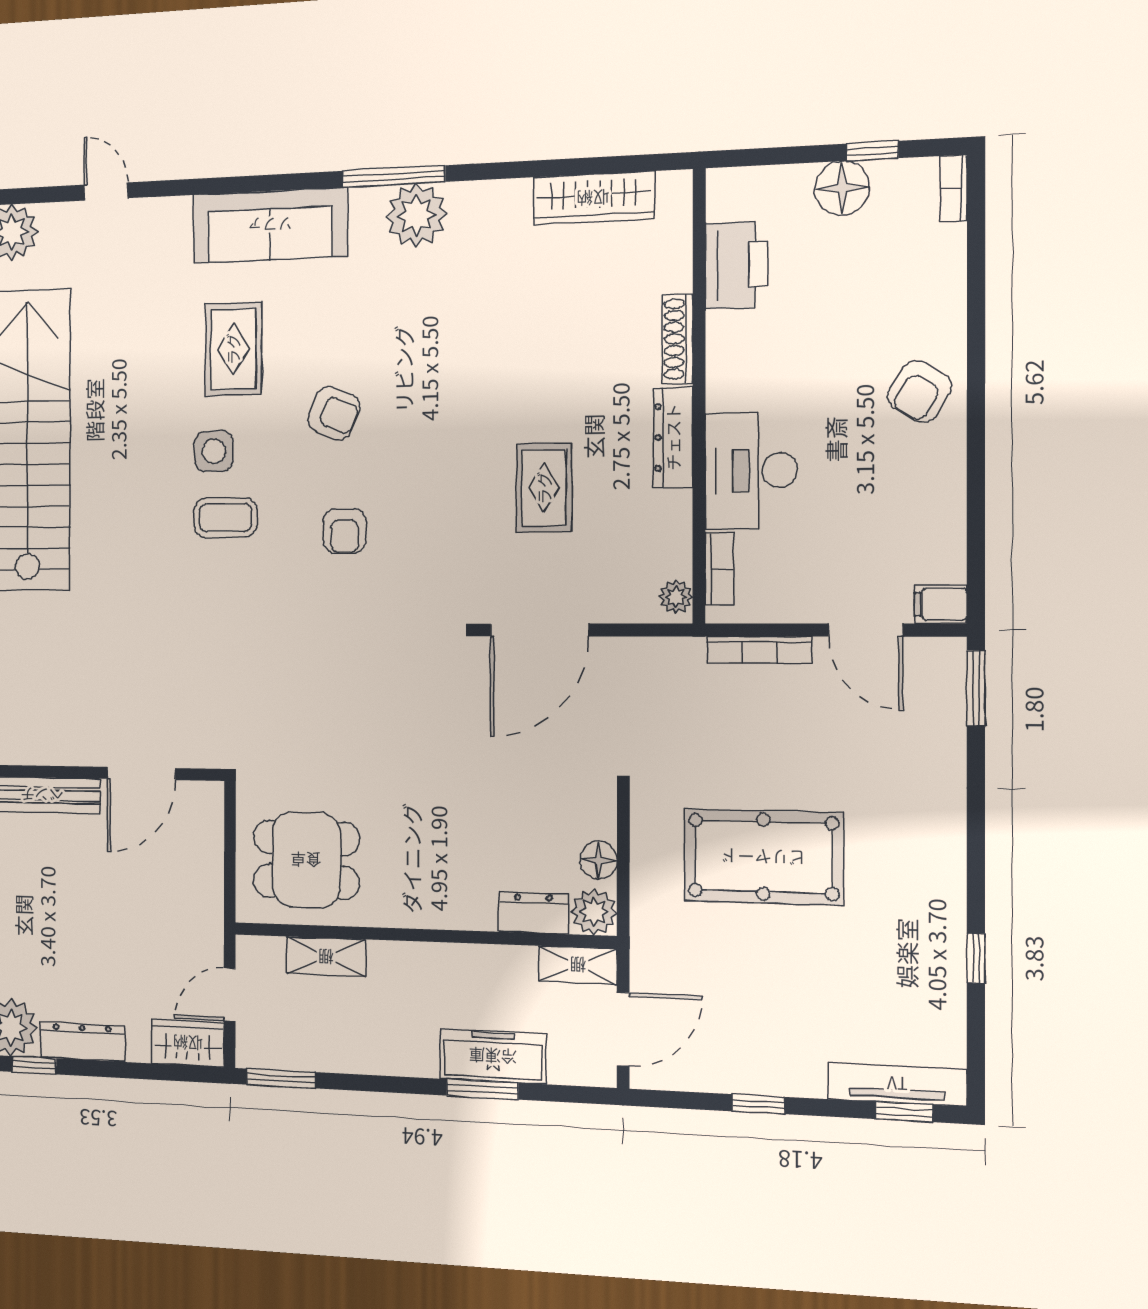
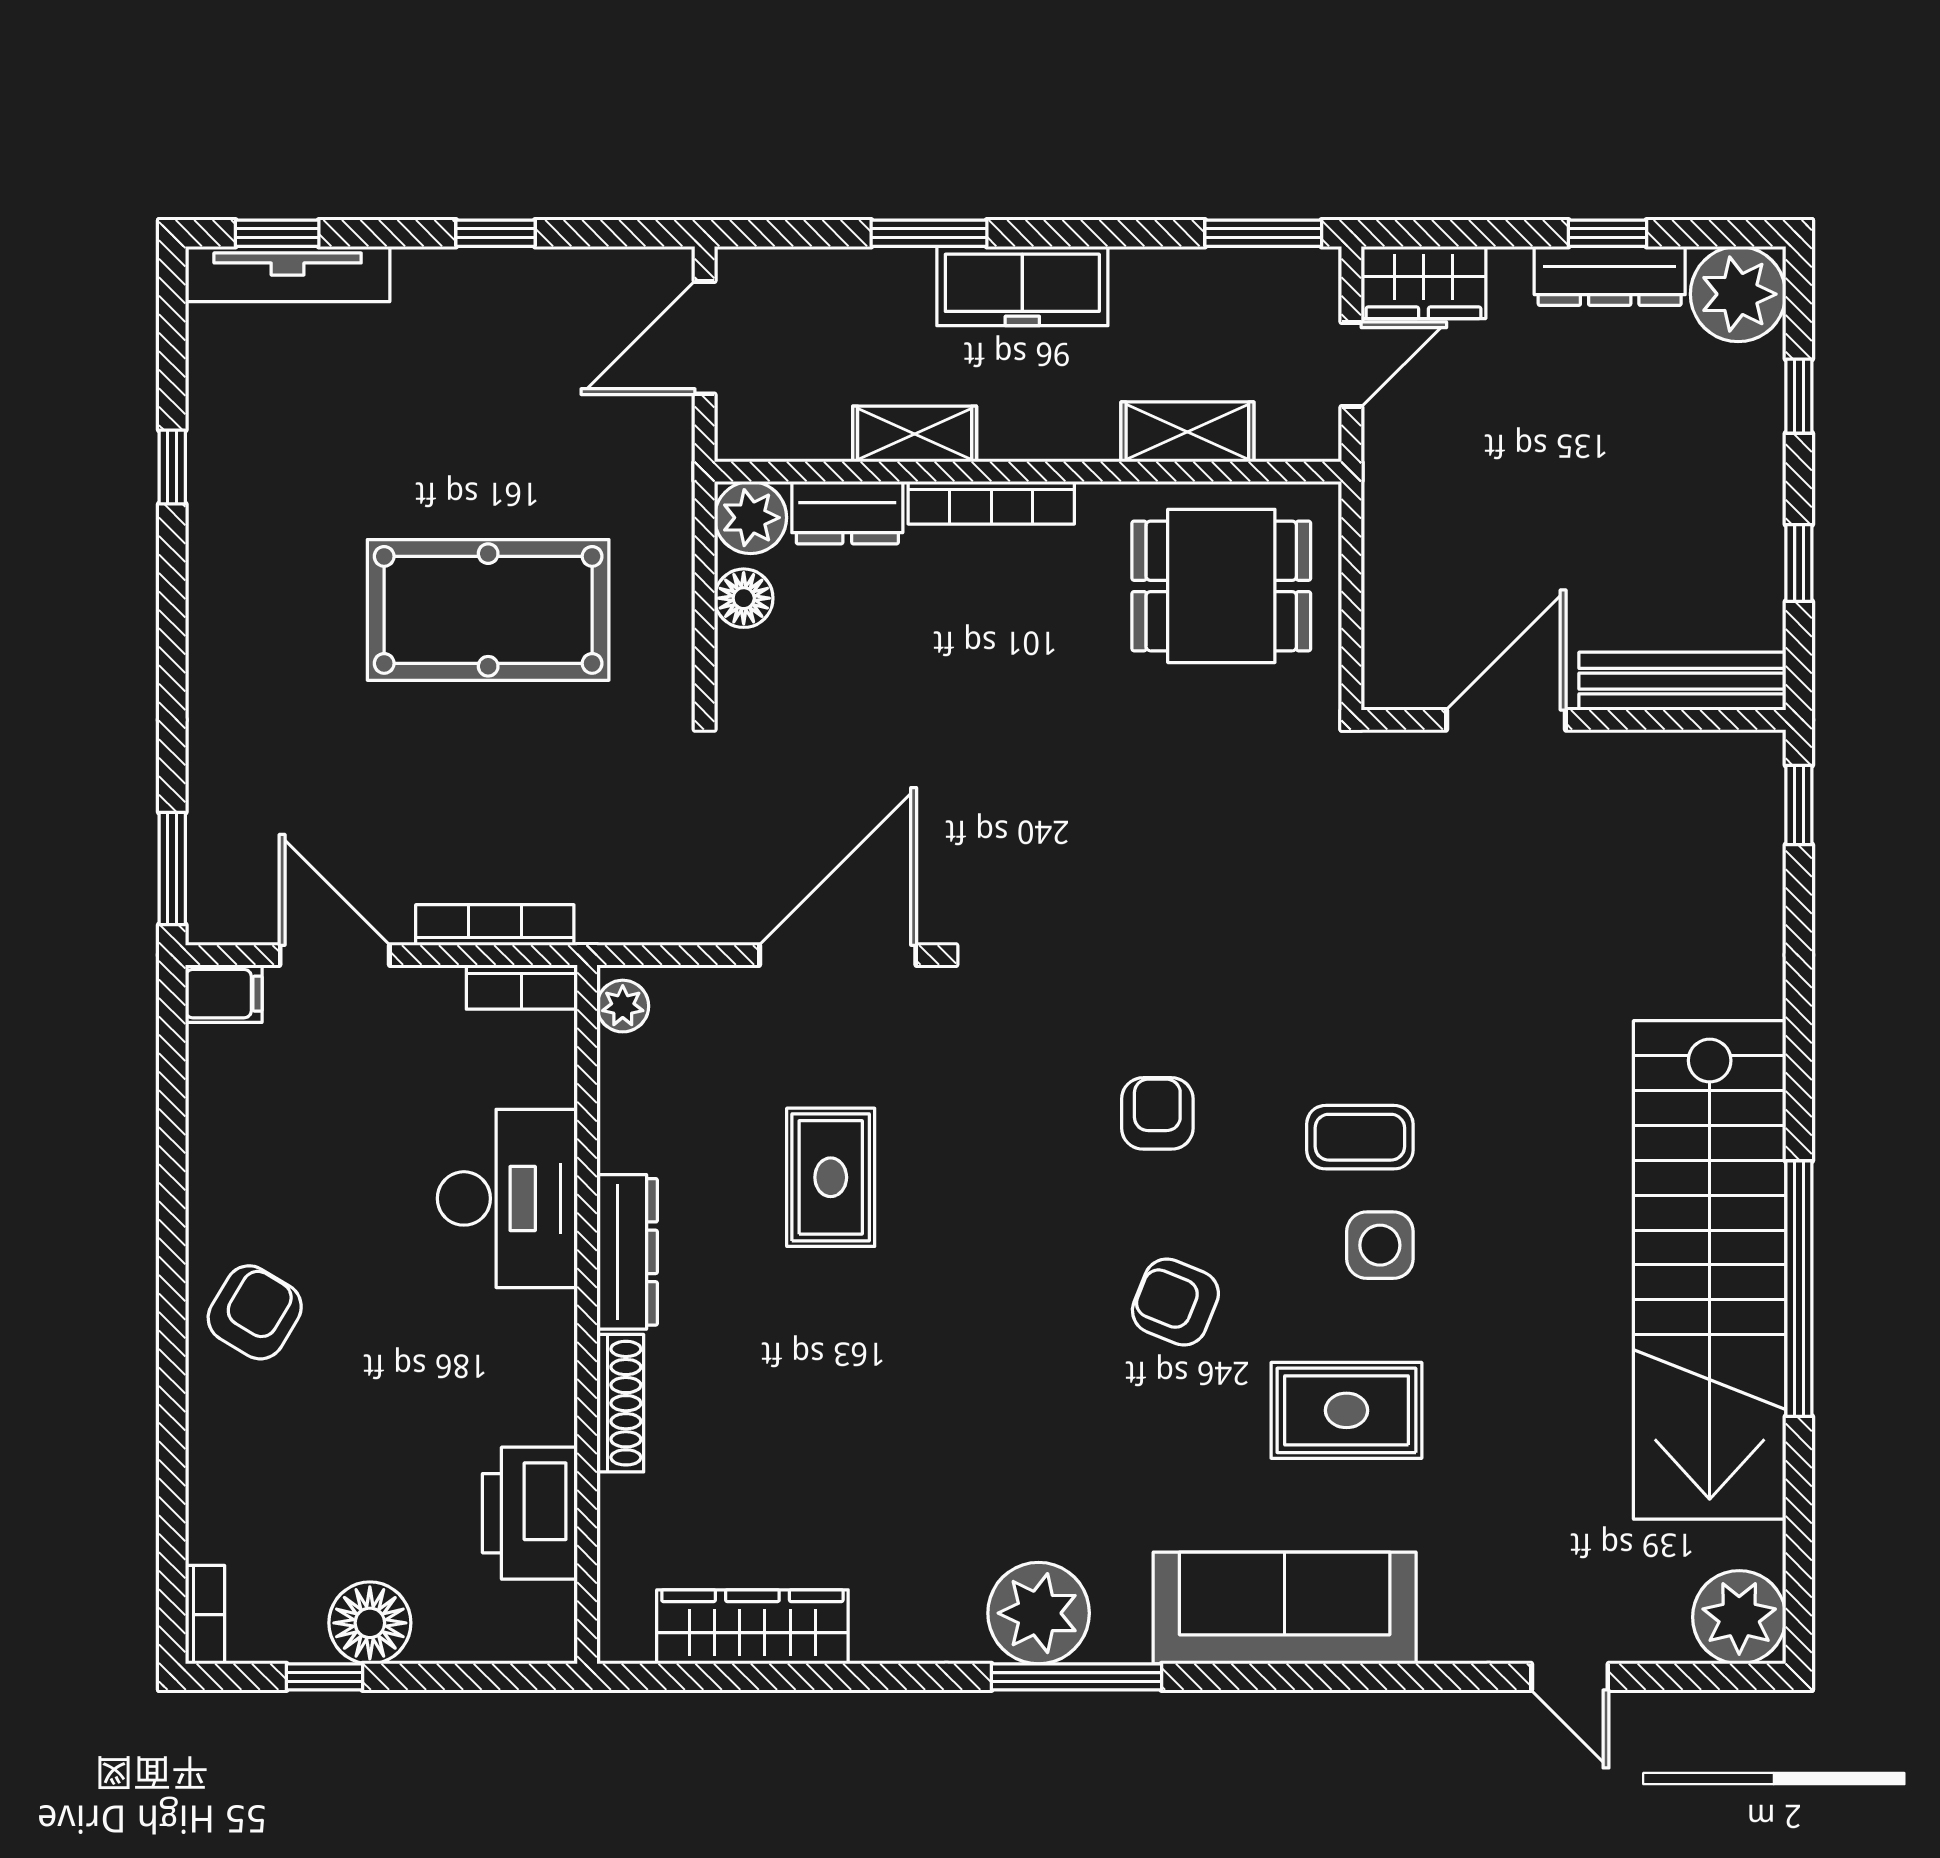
rug: (233, 349) -> (1346, 1410), turned 90
bookcase: (720, 569) -> (522, 987), moved, turned -90
bookcase: (444, 916) -> (991, 503), added
shelving: (578, 965) -> (915, 434), moved
freezer: (493, 1056) -> (1022, 286), moved
window: (34, 1065) -> (1608, 233), moved

